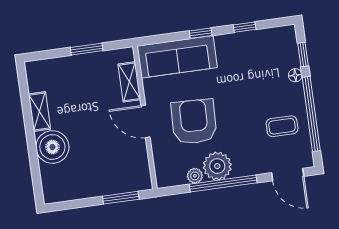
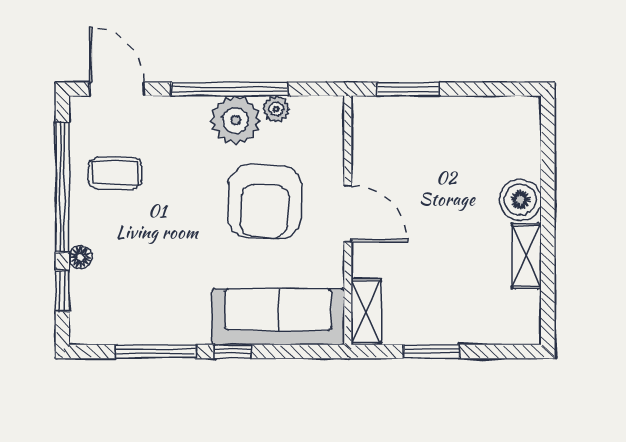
window: (245, 27) -> (156, 351), width x2.17
shelving: (129, 82) -> (366, 312), moved
boiler: (52, 147) -> (520, 200), width x0.73, depth x0.73

